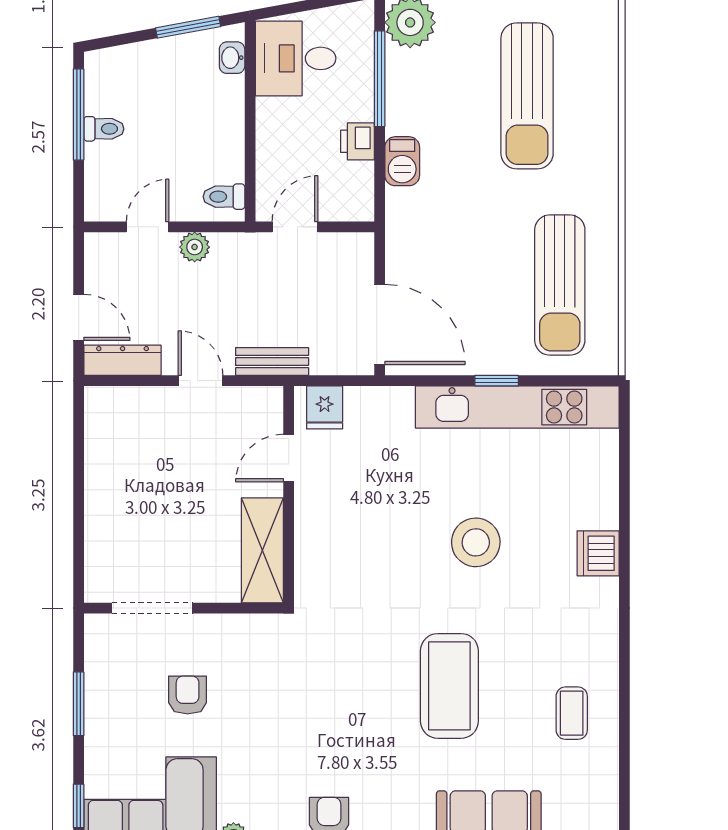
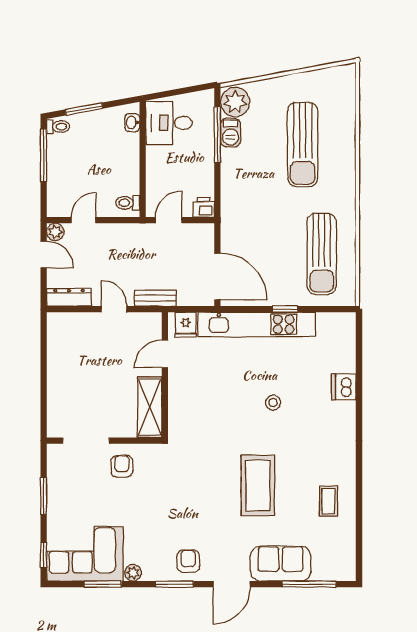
window: (188, 27) -> (84, 109), moved
toilet: (104, 129) -> (58, 127), moved
printer: (357, 141) -> (204, 207), moved, turned 90
barbecue: (402, 161) -> (231, 133), moved
plant: (195, 247) -> (55, 232), moved
door: (79, 317) -> (44, 255), moved
kitchen unit: (517, 407) -> (257, 324), moved
stool: (476, 542) -> (273, 403), width x0.53, depth x0.53
dishwasher: (598, 553) -> (344, 387), moved
armchair: (188, 695) -> (122, 466), moved

